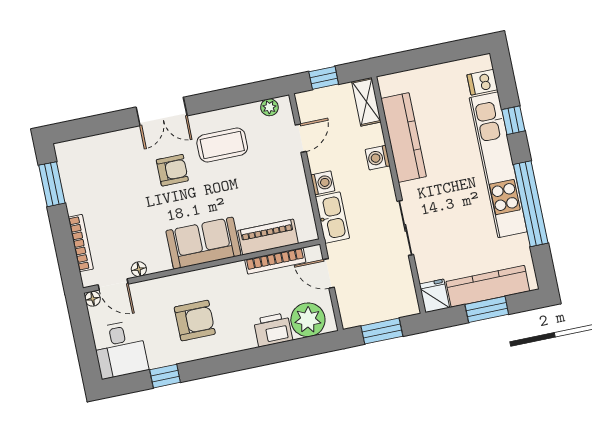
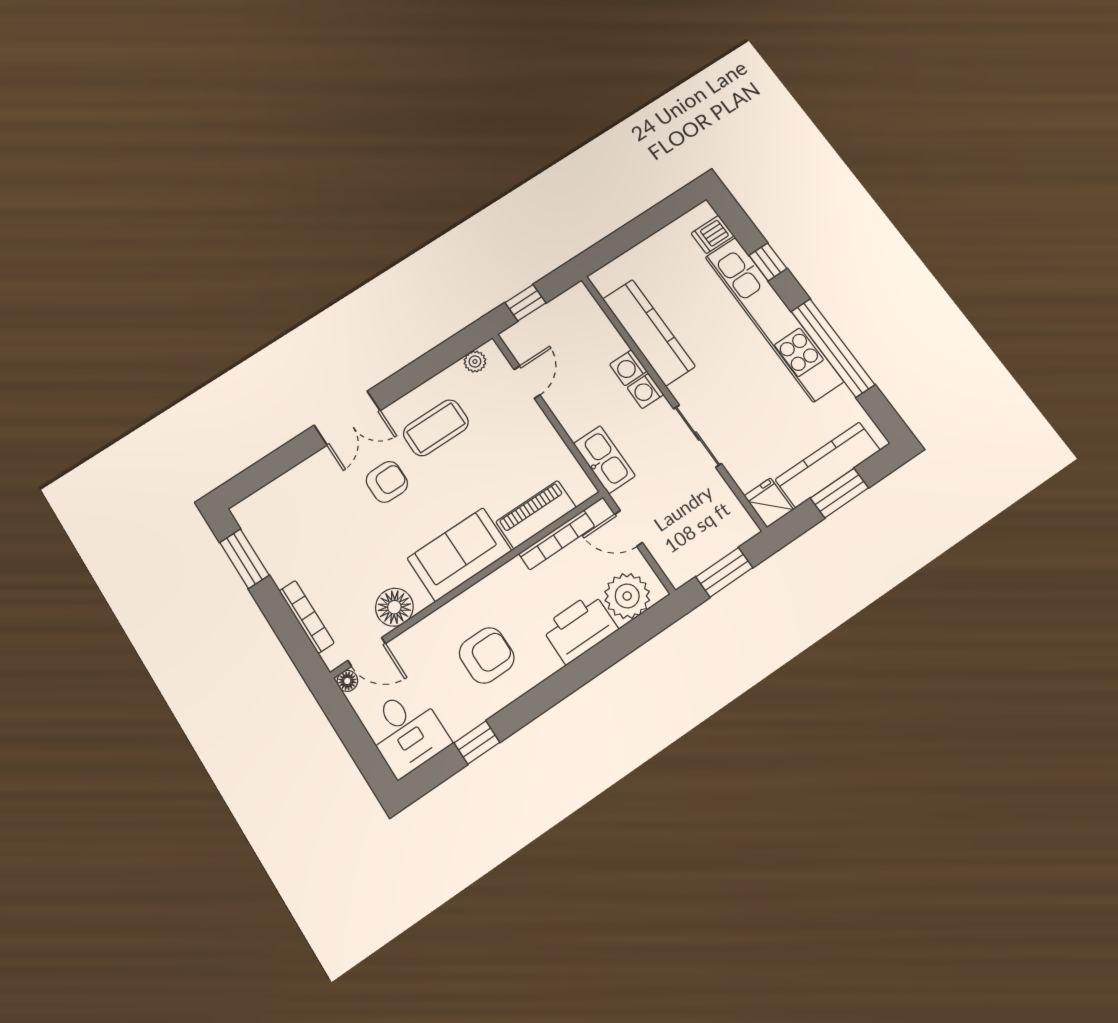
shelving: (366, 102) -> (587, 310), removed
washing machine: (323, 183) -> (645, 391), moved, turned 180
floor lamp: (139, 269) -> (394, 607), width x1.89, depth x1.89
printer: (273, 330) -> (580, 628), width x1.37, depth x1.19

